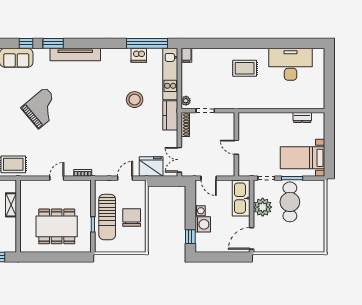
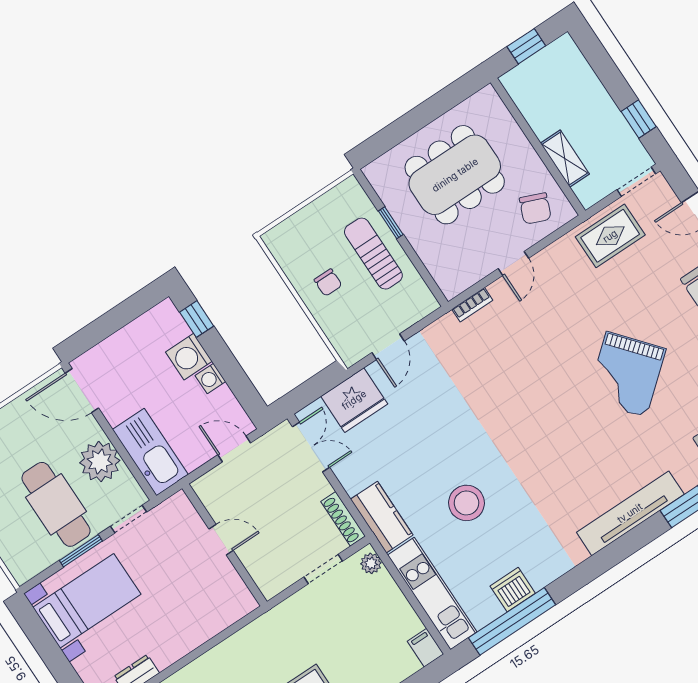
chair: (35, 193) -> (535, 208), added
sun lounger: (107, 217) -> (373, 254), width x0.73, depth x0.75
chair: (132, 217) -> (328, 283), width x0.54, depth x0.54
door: (252, 238) -> (82, 391), swing flipped

